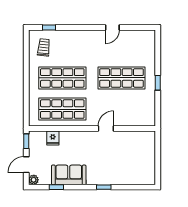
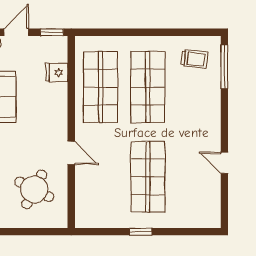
window: (49, 27) -> (224, 67), width x2.17
round table: (130, 153) -> (34, 189), added
door: (26, 165) -> (16, 32), hinge flipped

